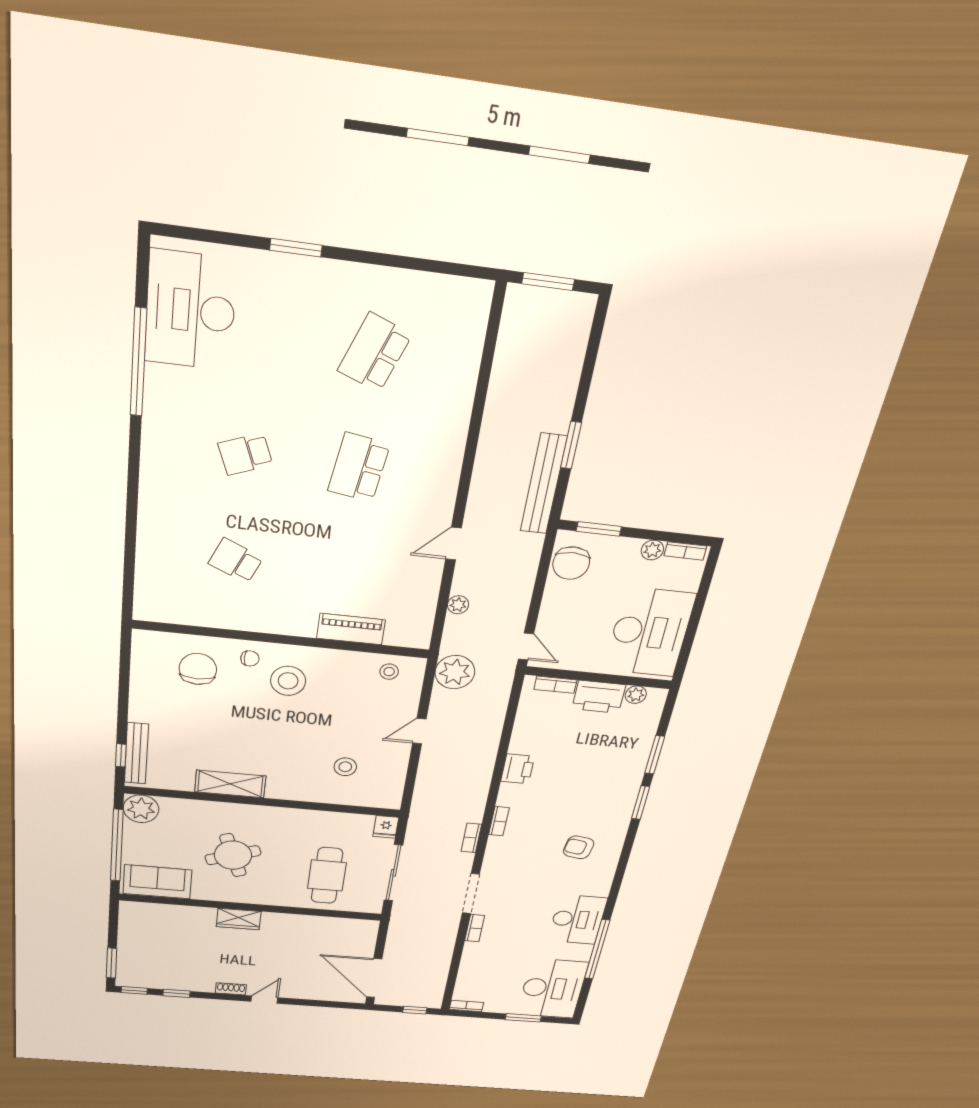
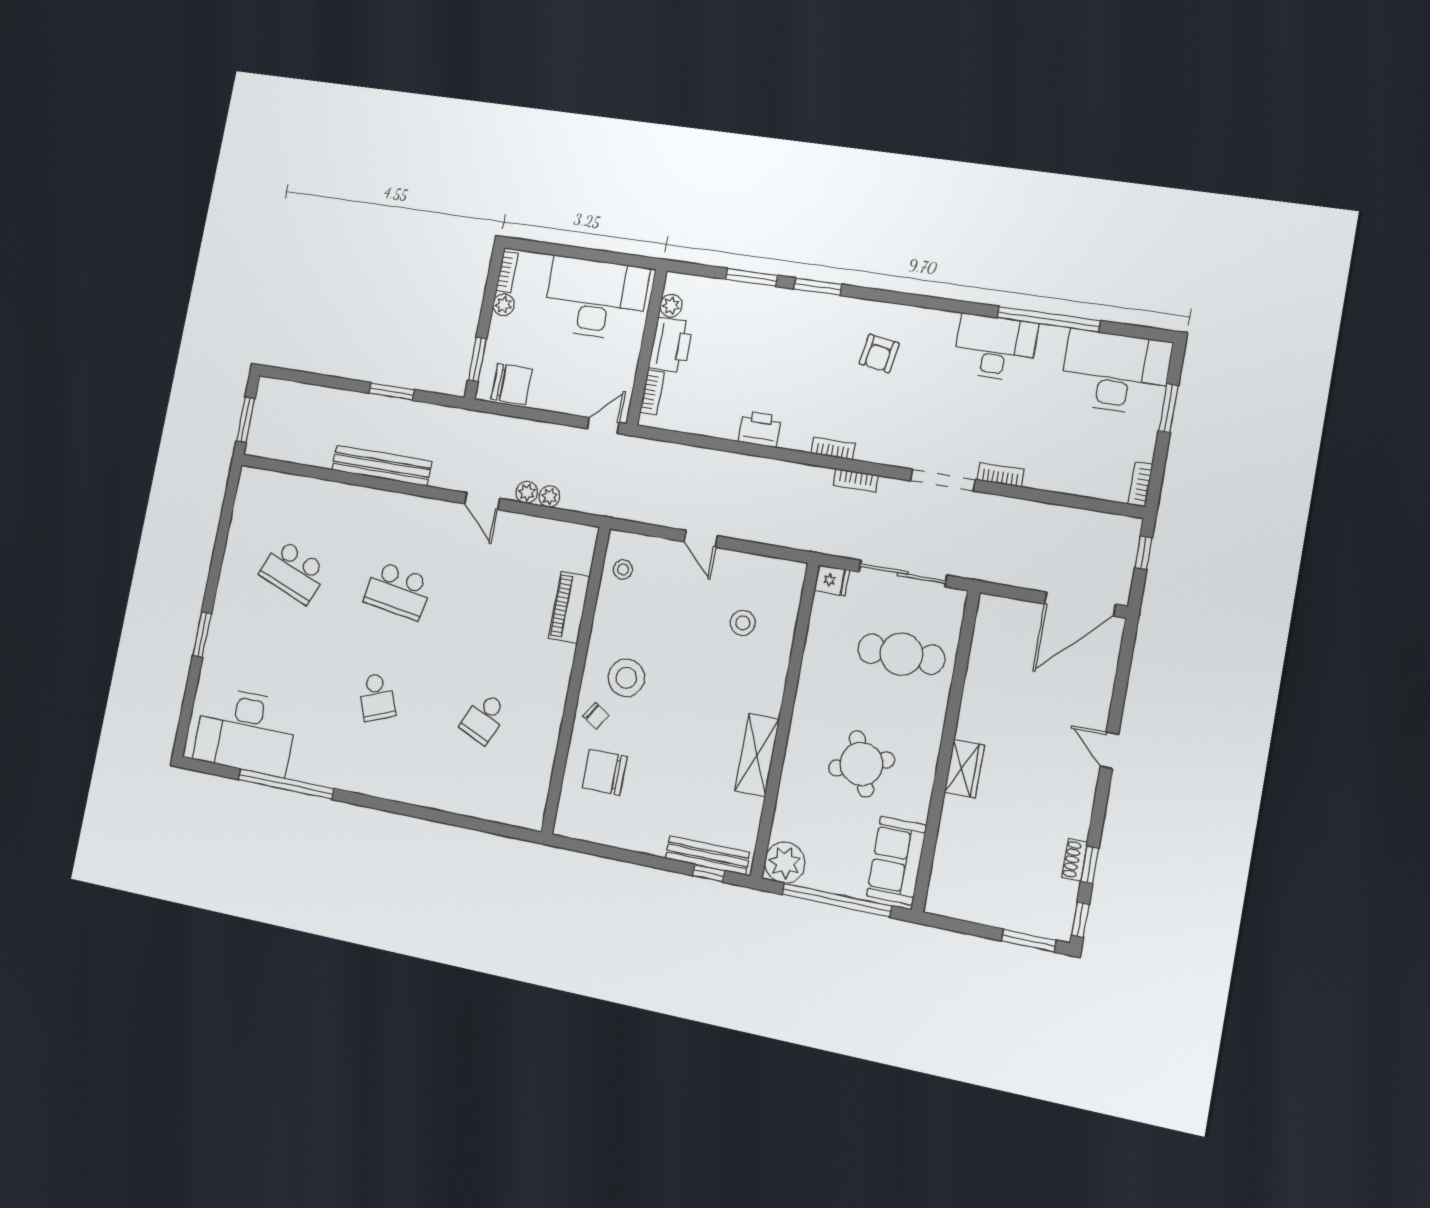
bench: (544, 484) -> (382, 466), moved
chair: (250, 658) -> (596, 716), turned 123
plant: (455, 672) -> (527, 492), moved, width x0.53, depth x0.53
shoe rack: (231, 989) -> (1075, 860), moved

